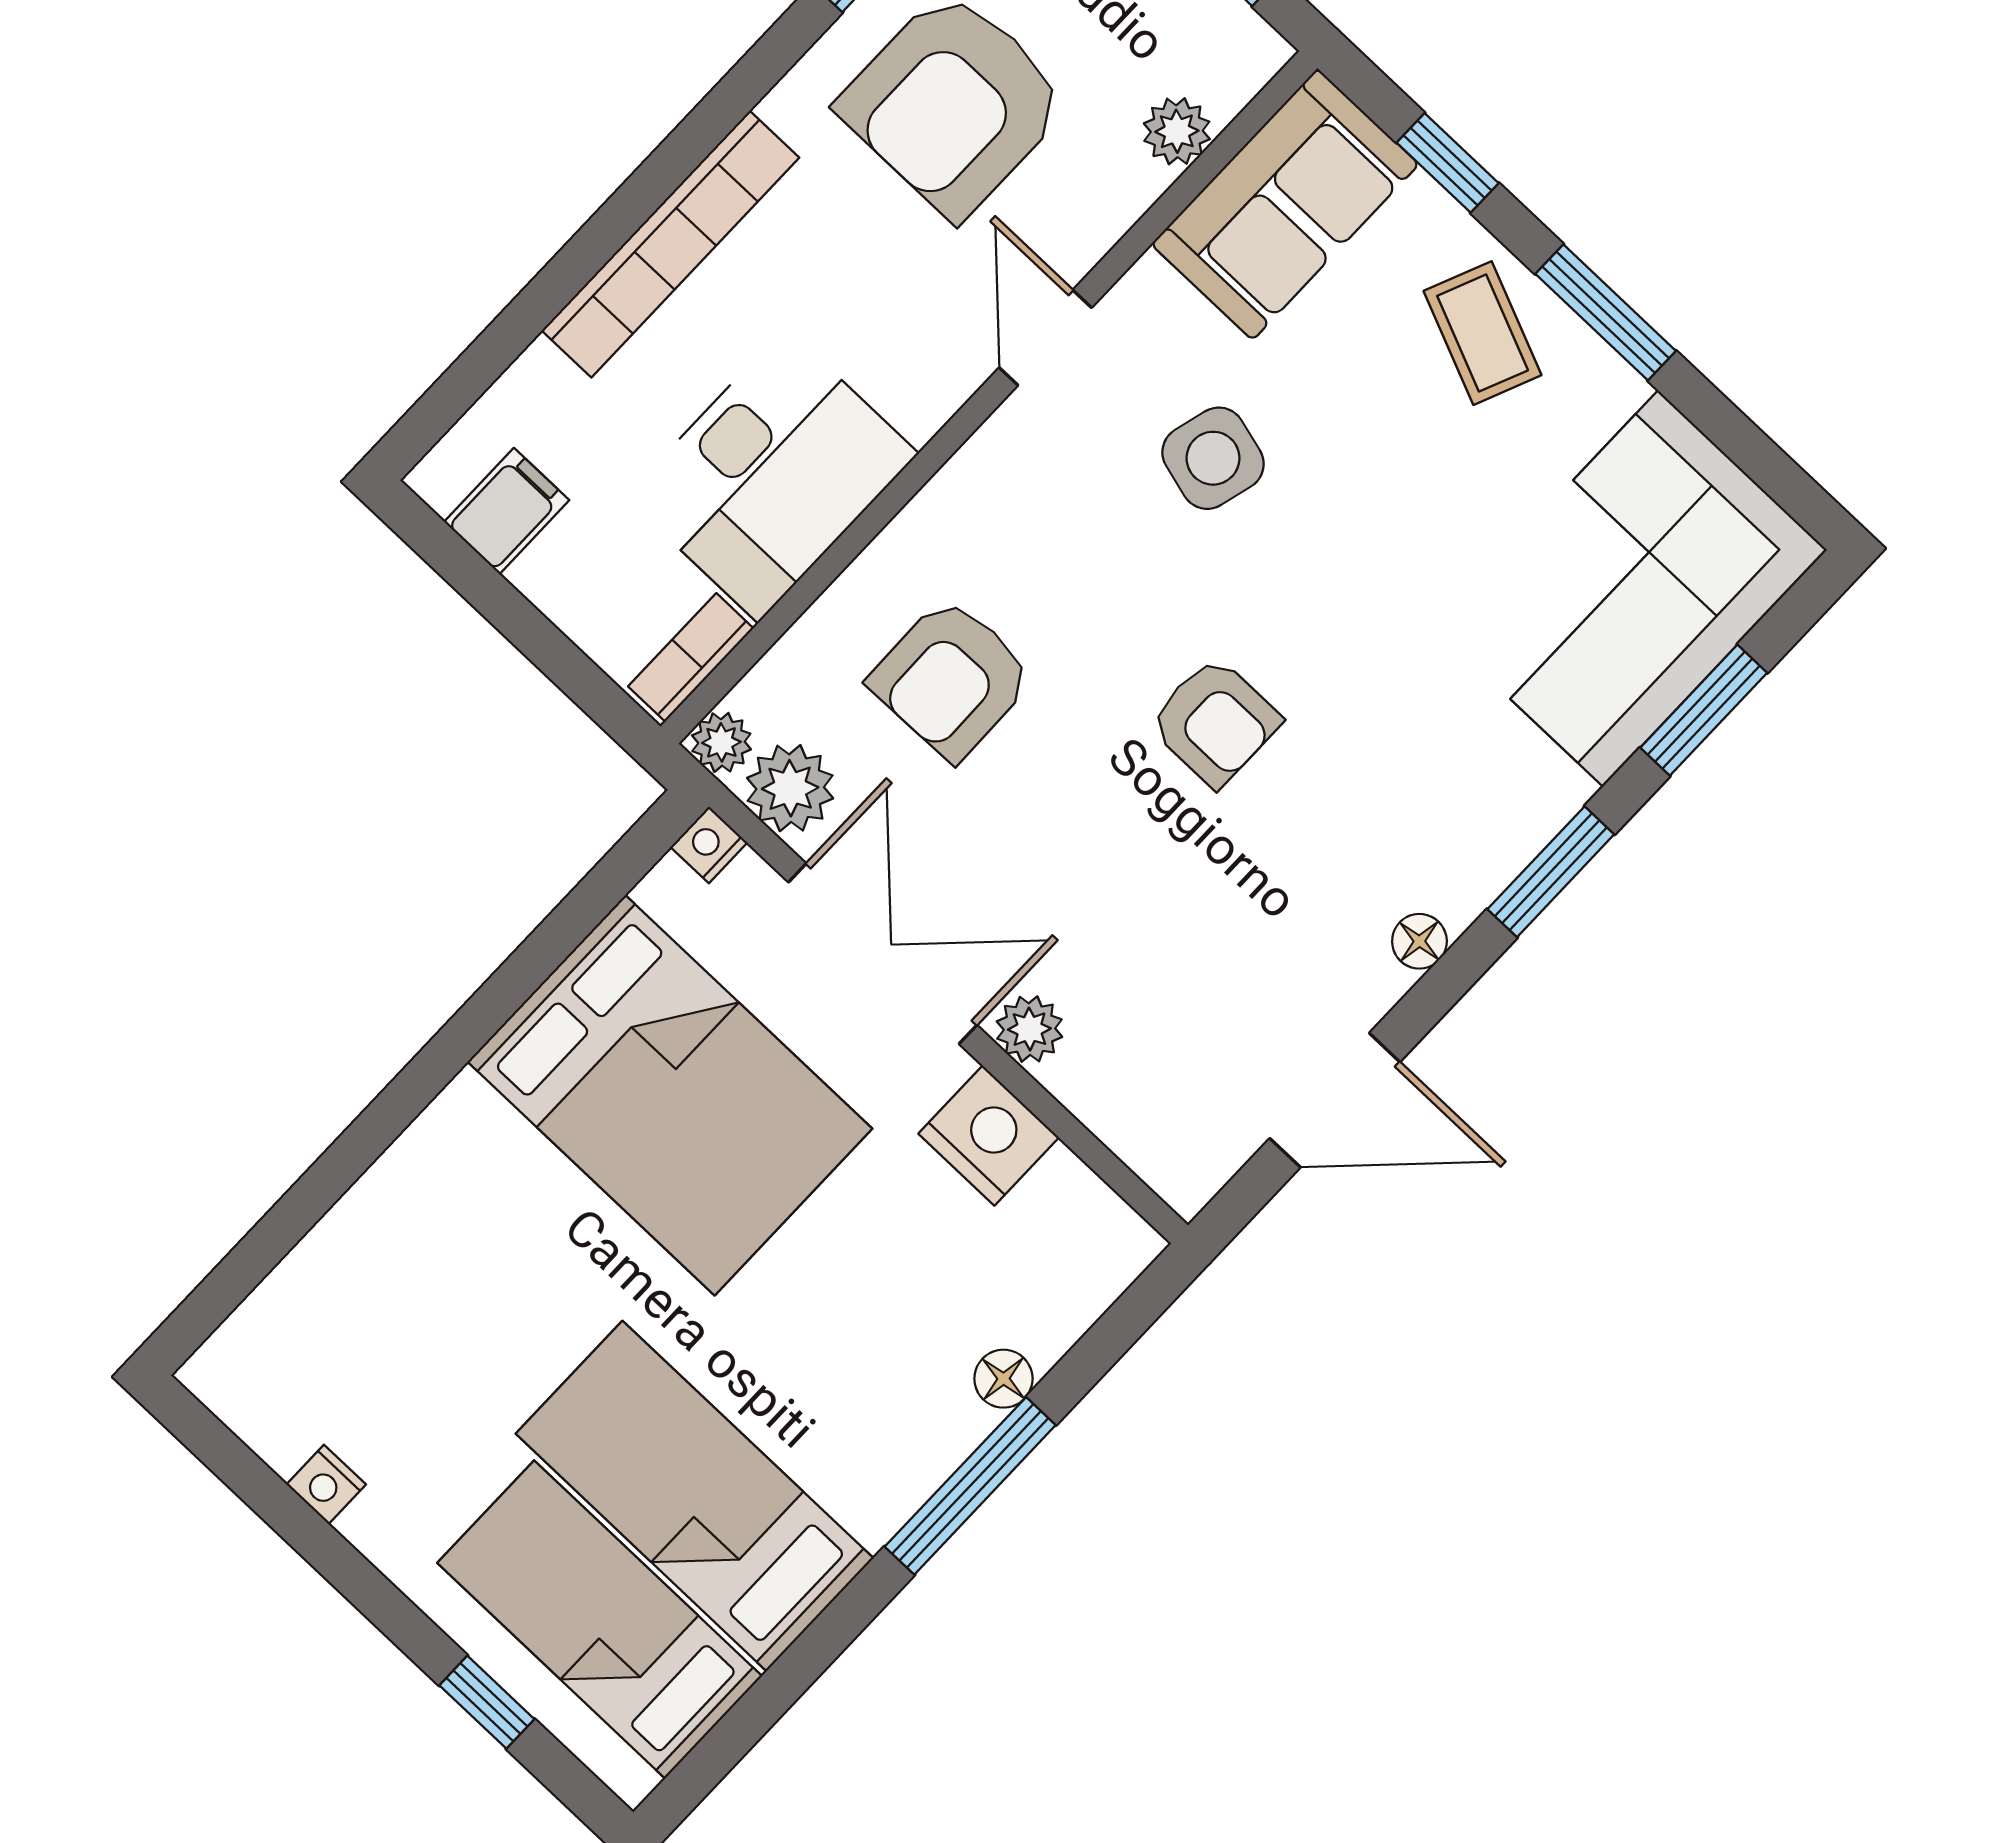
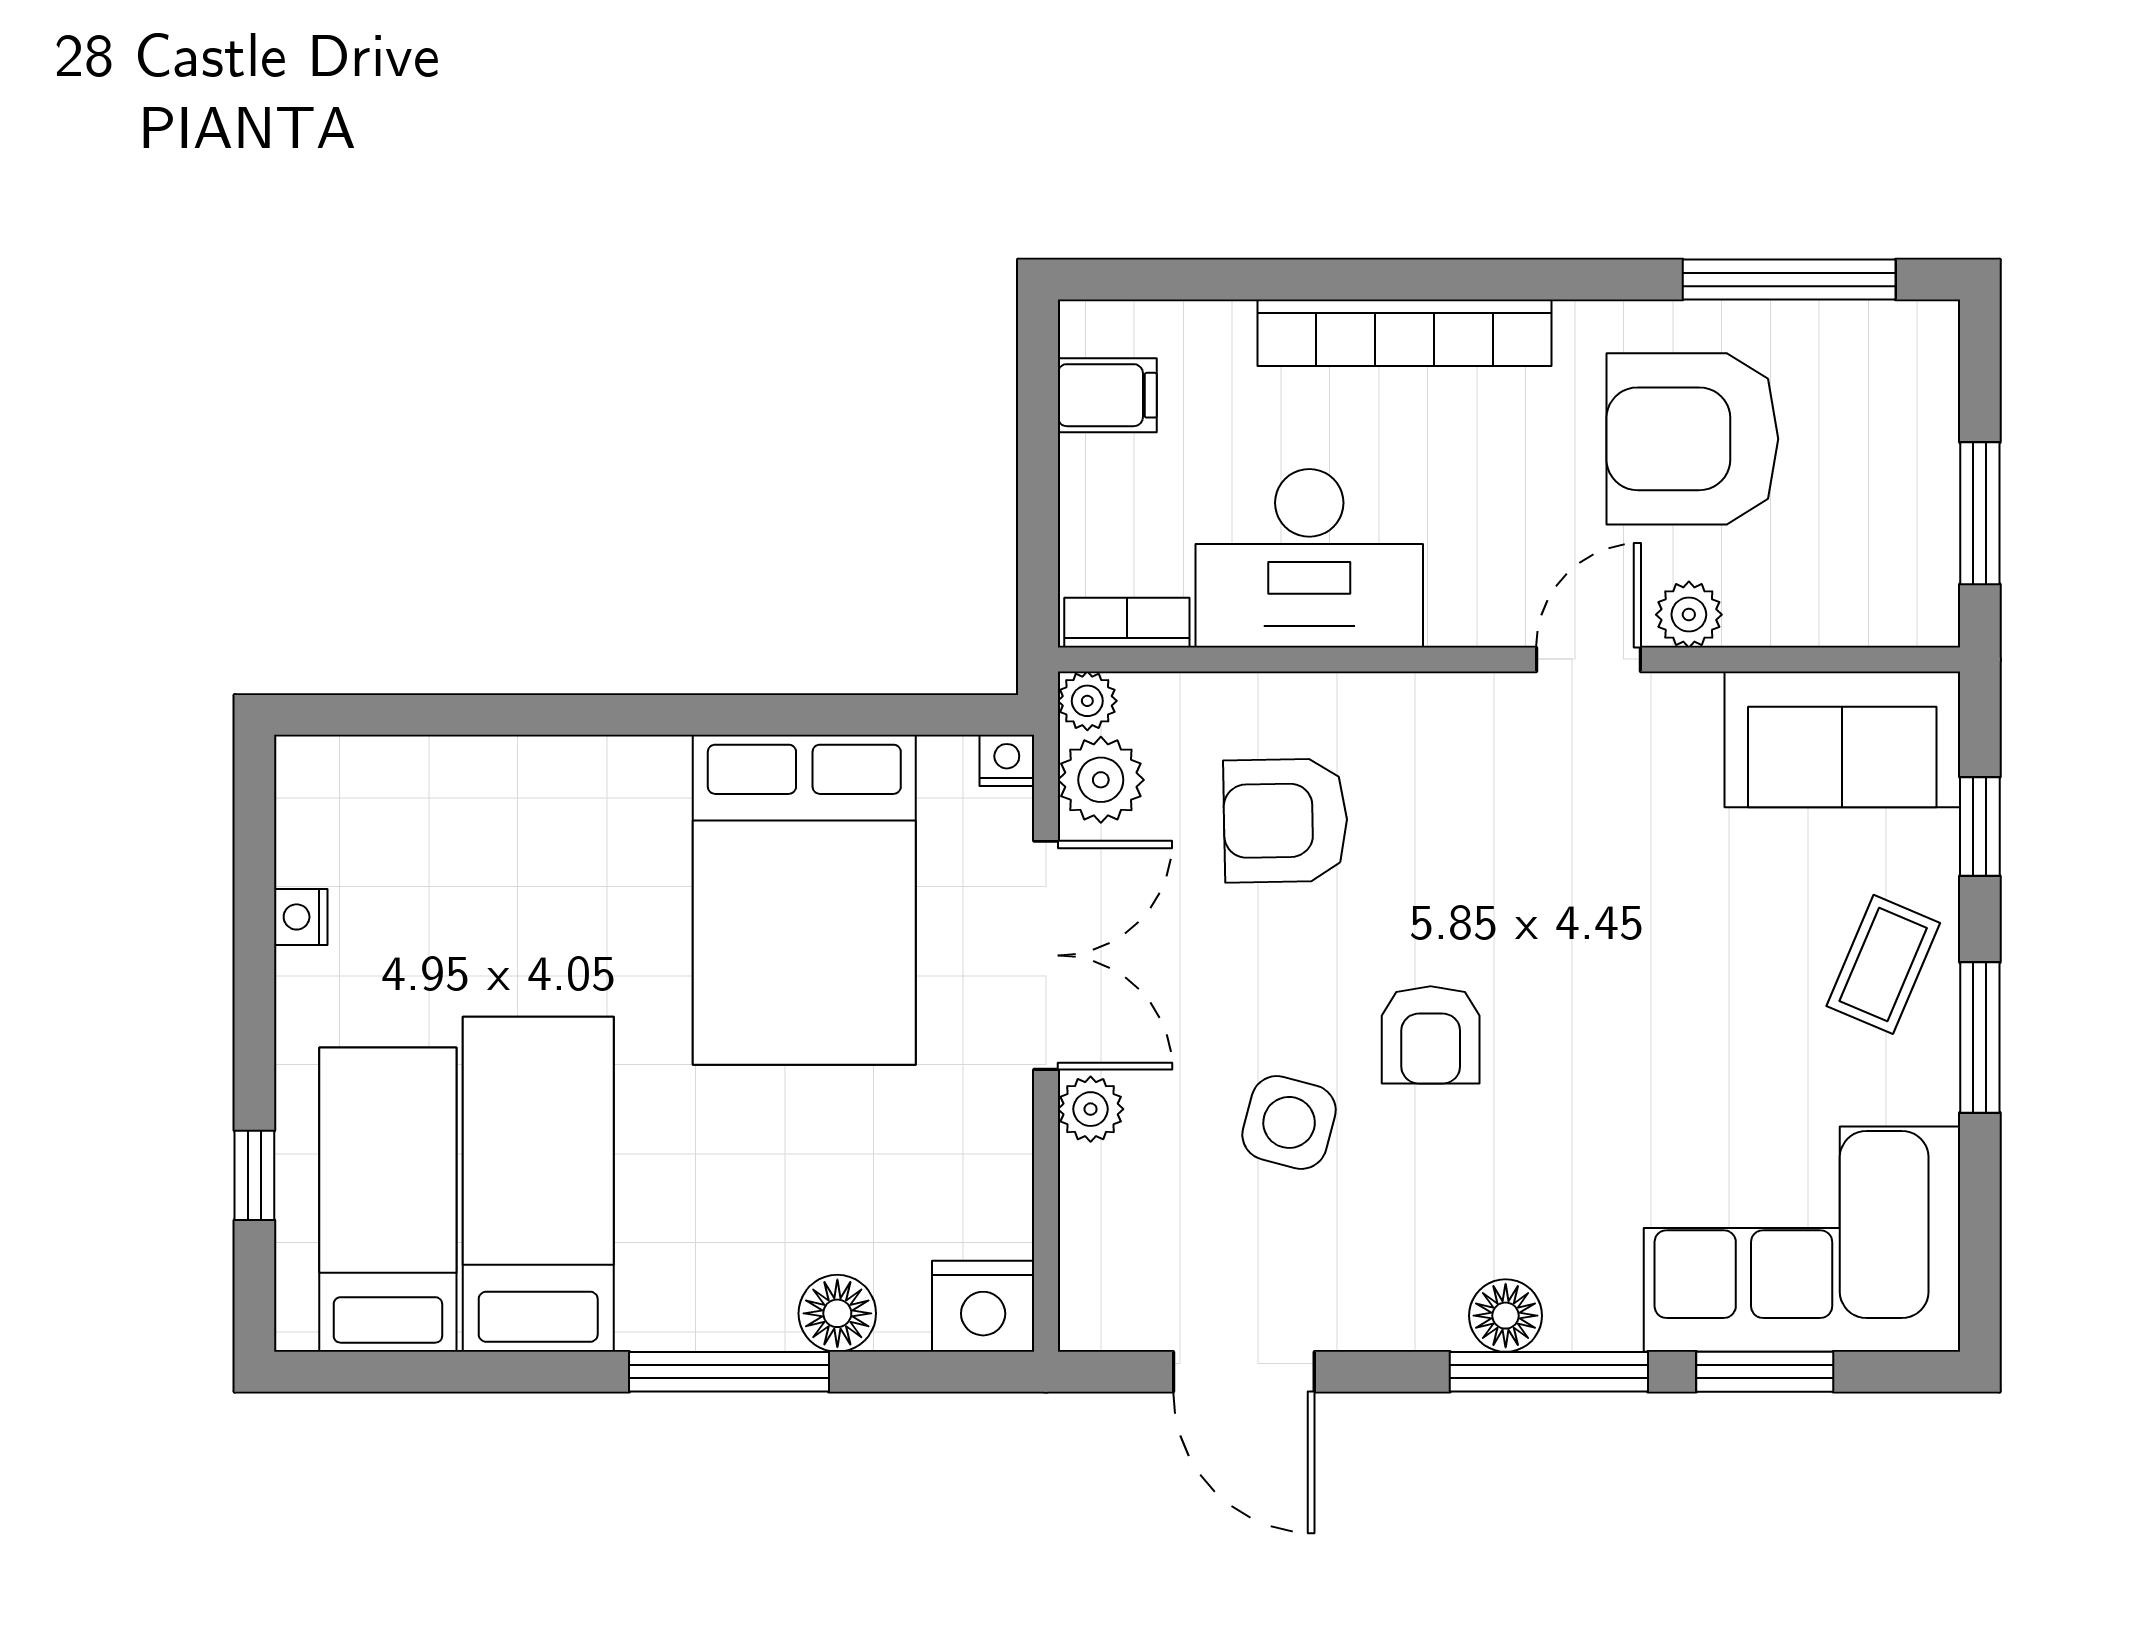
plant: (1177, 131) -> (1689, 615), moved
side table: (1213, 458) -> (1289, 1122), moved
window: (1551, 872) -> (1549, 1372), width x1.44
floor lamp: (1419, 941) -> (1506, 1316), moved, width x1.37, depth x1.37
nightstand: (989, 1135) -> (983, 1306), moved, turned 90
floor lamp: (1003, 1379) -> (837, 1313), width x1.37, depth x1.37

